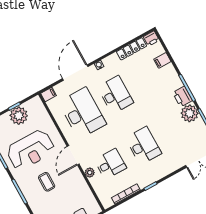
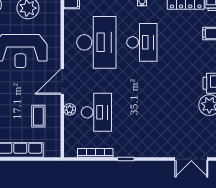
desk: (143, 146) -> (142, 112), removed
desk: (110, 164) -> (96, 112), width x1.37
coffee table: (47, 182) -> (38, 116), moved

